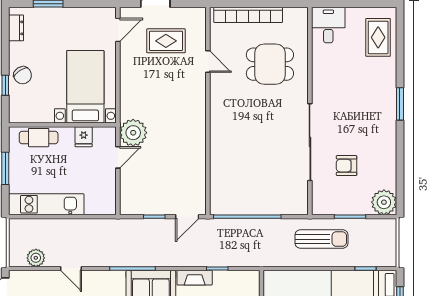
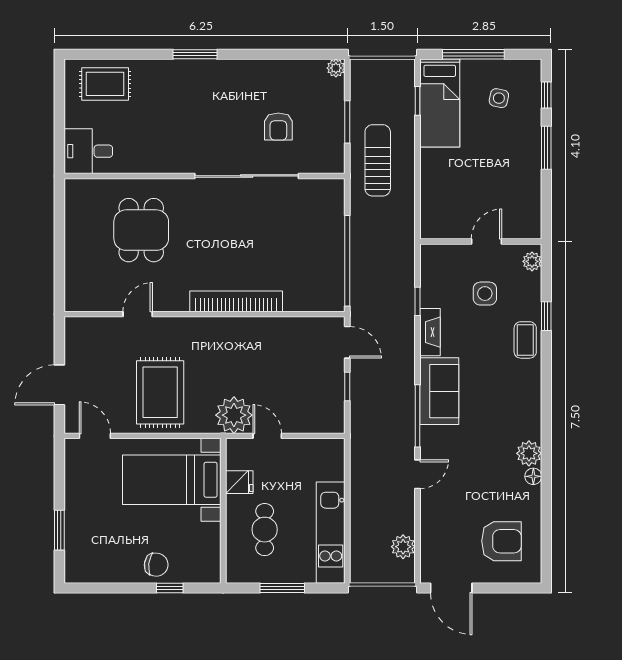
bookcase: (248, 15) -> (236, 301), moved, turned -90
dresser: (16, 28) -> (92, 573), removed
rug: (166, 41) -> (160, 392), moved, width x1.36, depth x1.43
chair: (23, 75) -> (156, 565), turned 40
cafe table: (39, 138) -> (265, 530), moved
plant: (384, 202) -> (336, 68), width x0.53, depth x0.53
door: (71, 268) -> (418, 474), moved

